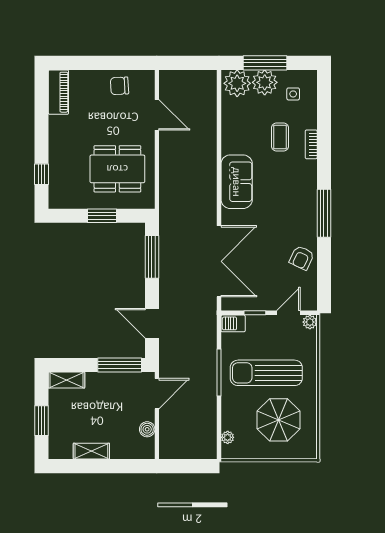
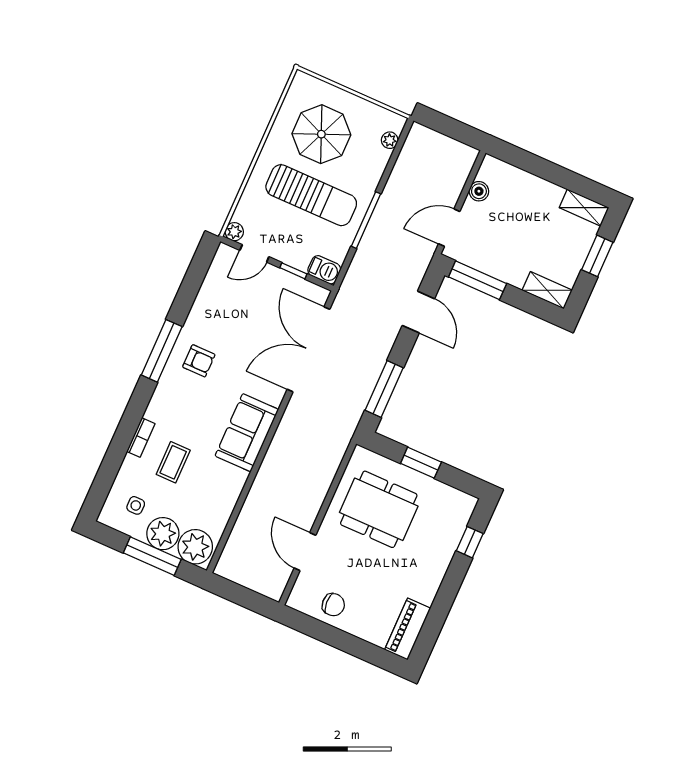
armchair: (302, 258) -> (199, 361), moved, turned 65
shelving: (91, 451) -> (584, 208), moved

